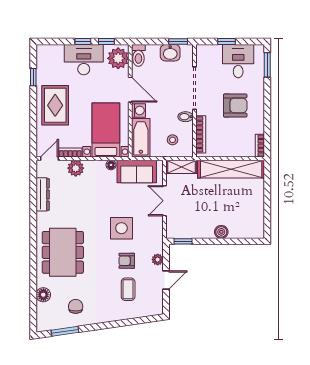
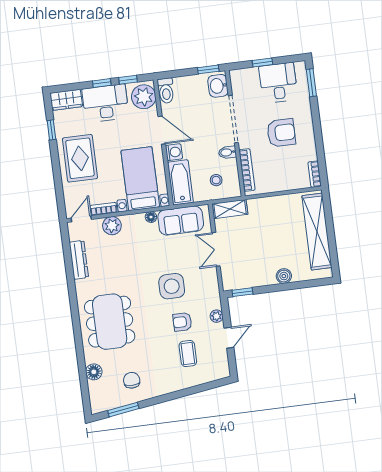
wardrobe: (50, 52) -> (66, 100), added
washbasin: (170, 53) -> (218, 86), moved, turned 90
shelving: (231, 169) -> (317, 232), moved, turned 90

